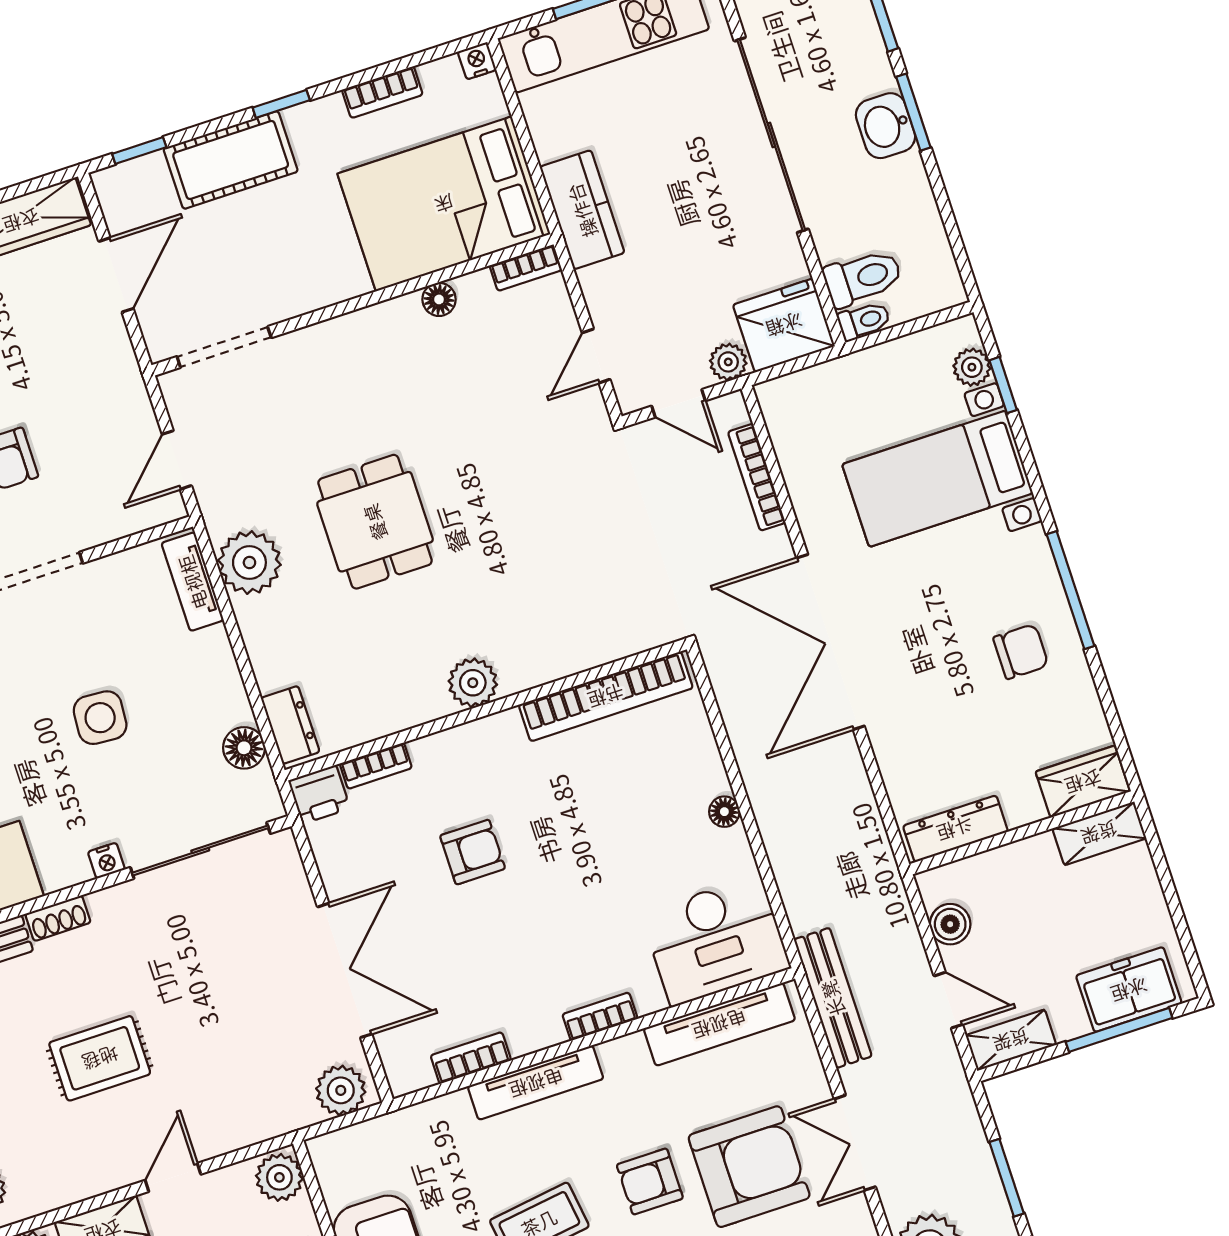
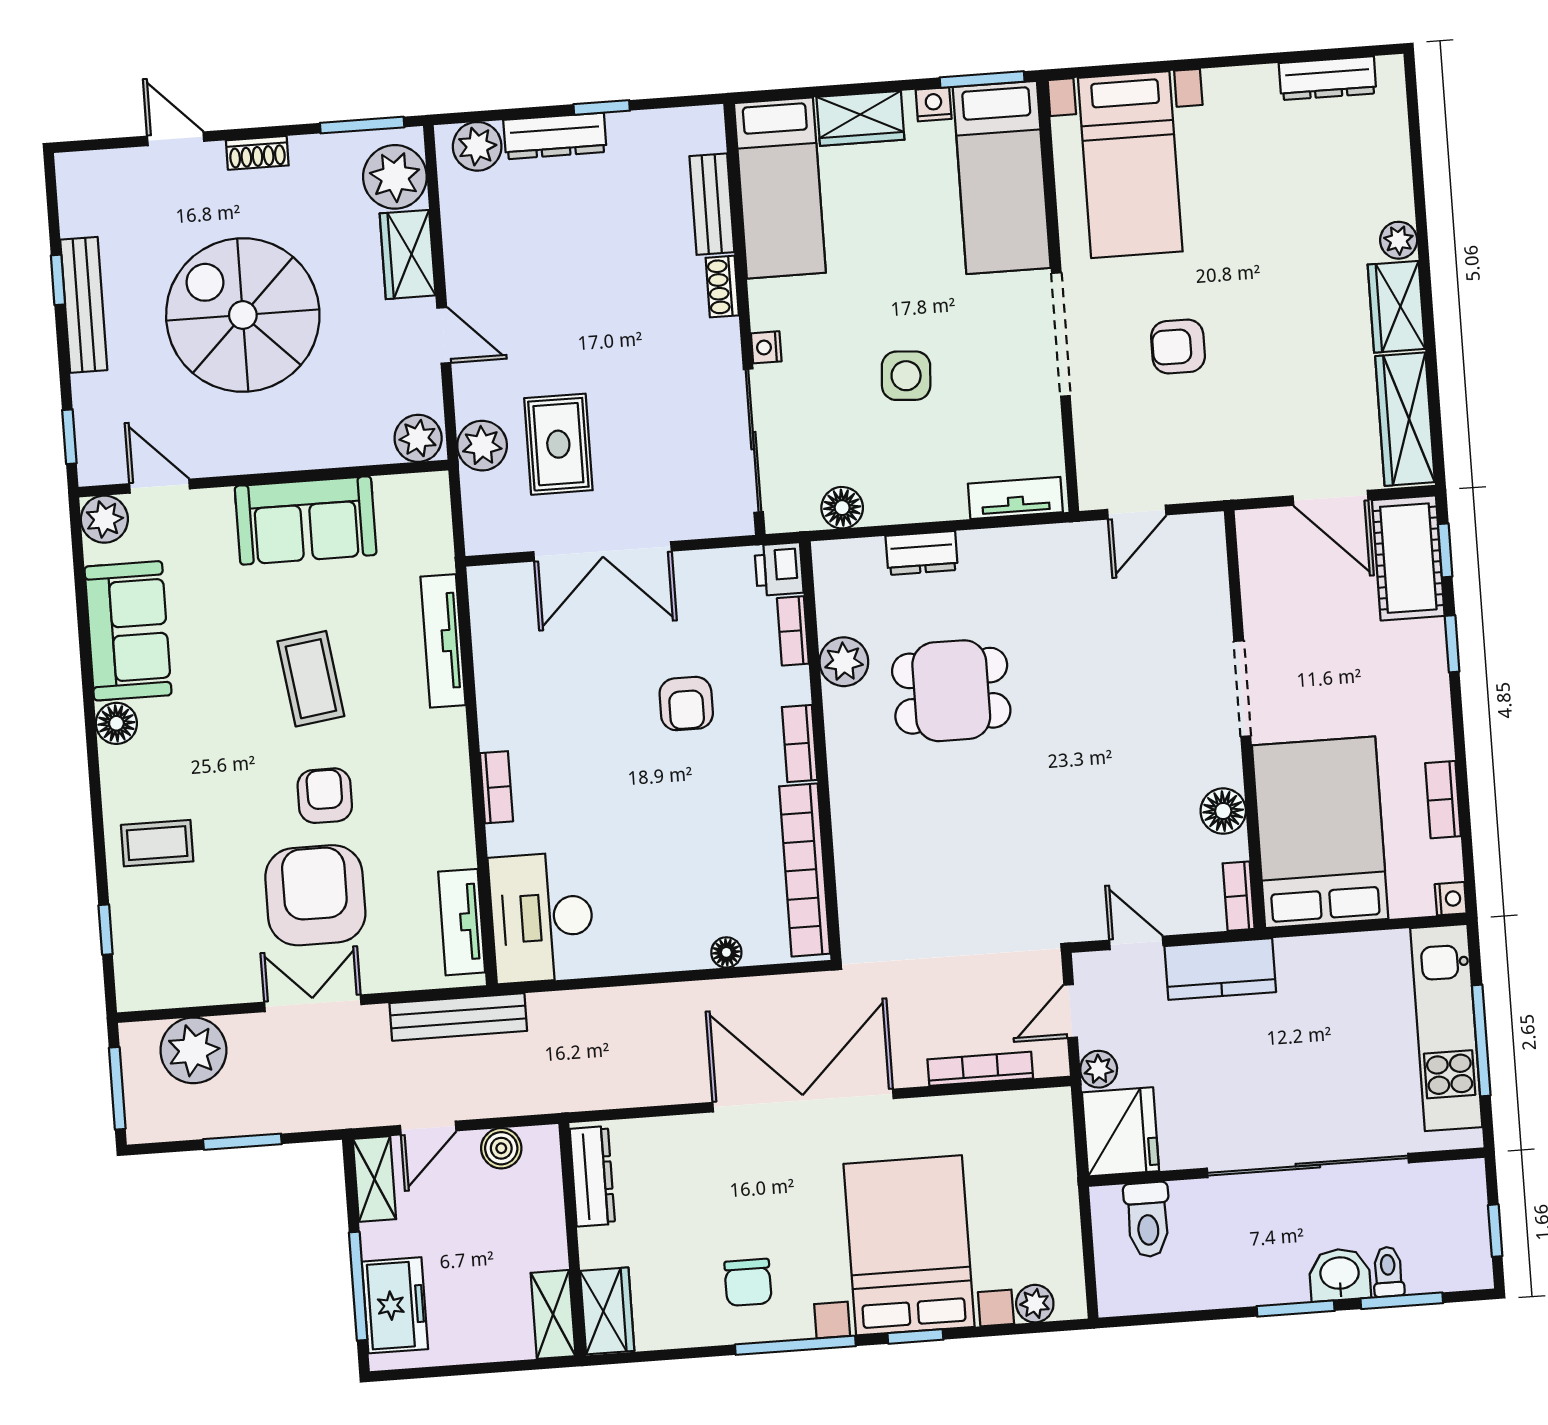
window: (281, 104) -> (1452, 644), moved
washbasin: (885, 126) -> (1340, 1275), moved
cot: (231, 160) -> (1408, 558), moved
kitchen counter: (582, 210) -> (1220, 969), moved
floor lamp: (439, 299) -> (1223, 811), width x1.37, depth x1.37
toilet: (864, 321) -> (1388, 1272), moved, turned 180
doorway: (224, 347) -> (1242, 689), moved
window: (1003, 385) -> (915, 1336), moved
door: (177, 460) -> (1137, 512), swing flipped
bed with nightstands: (937, 479) -> (909, 1245), width x1.36
dining table: (375, 522) -> (951, 691), moved
plant: (249, 563) -> (1020, 558), removed
plant: (473, 683) -> (844, 662), moved
dresser: (290, 725) -> (922, 553), moved
floor lamp: (724, 812) -> (726, 952), moved
tv unit: (719, 1024) -> (462, 922), width x0.71
rug: (100, 1058) -> (558, 444), moved
bookcase: (471, 1058) -> (800, 743), moved, turned 180
tv unit: (536, 1083) -> (443, 641), moved
plant: (341, 1090) -> (482, 446), moved
armchair: (749, 1167) -> (315, 895), turned 180

